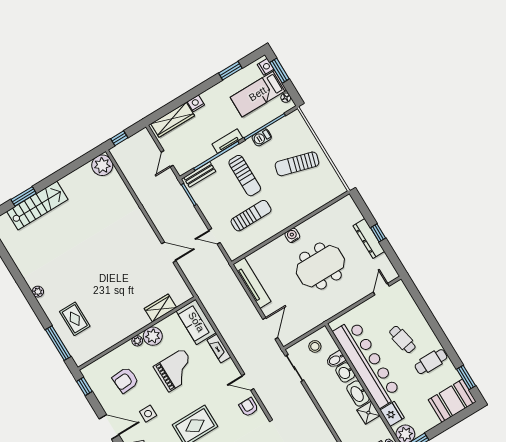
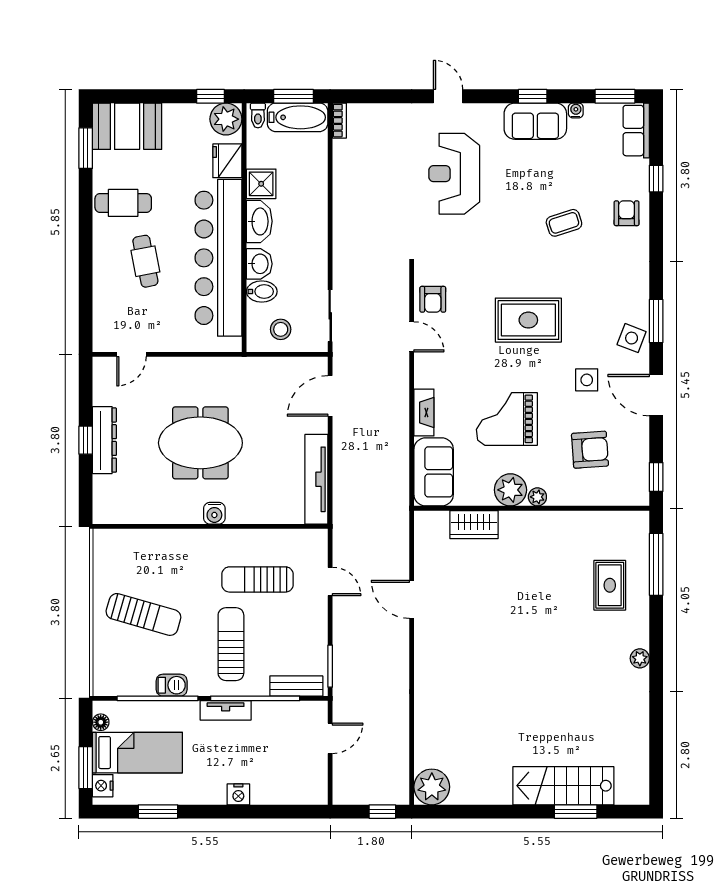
wardrobe: (173, 120) -> (287, 791), removed

